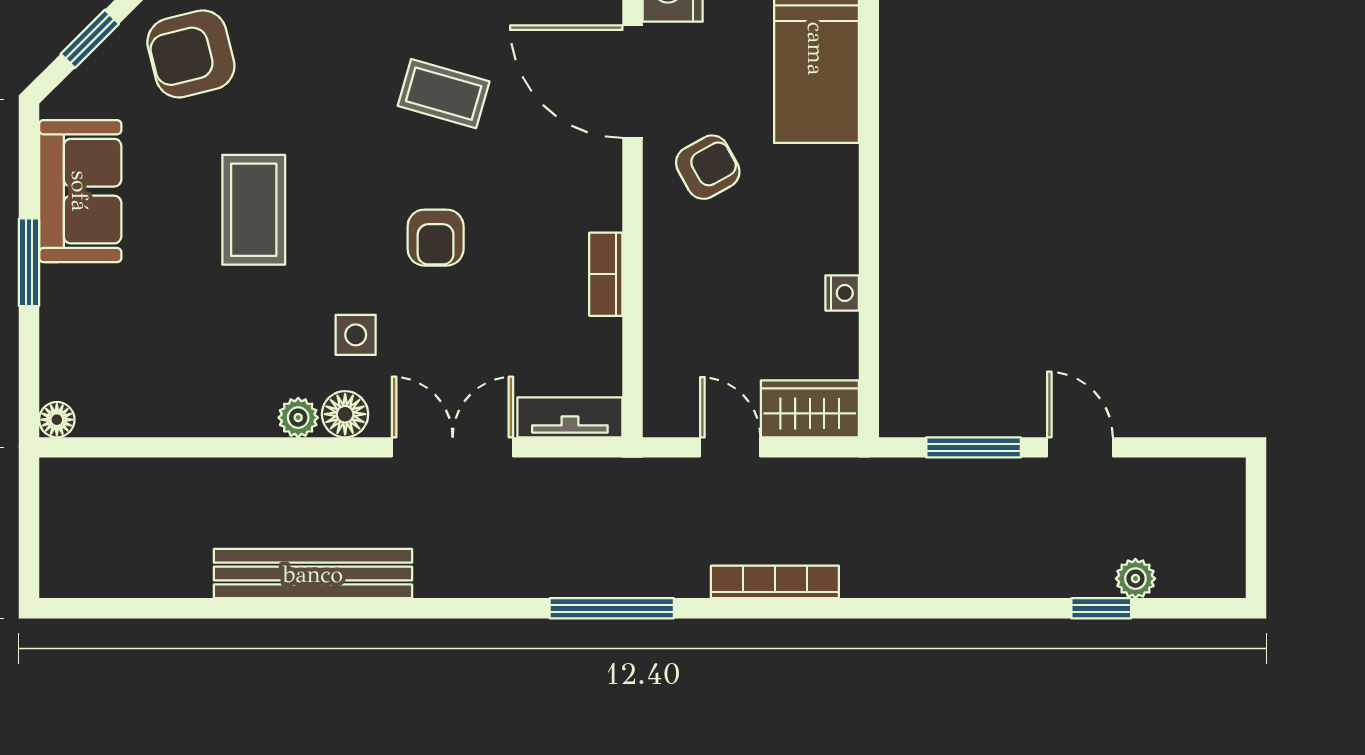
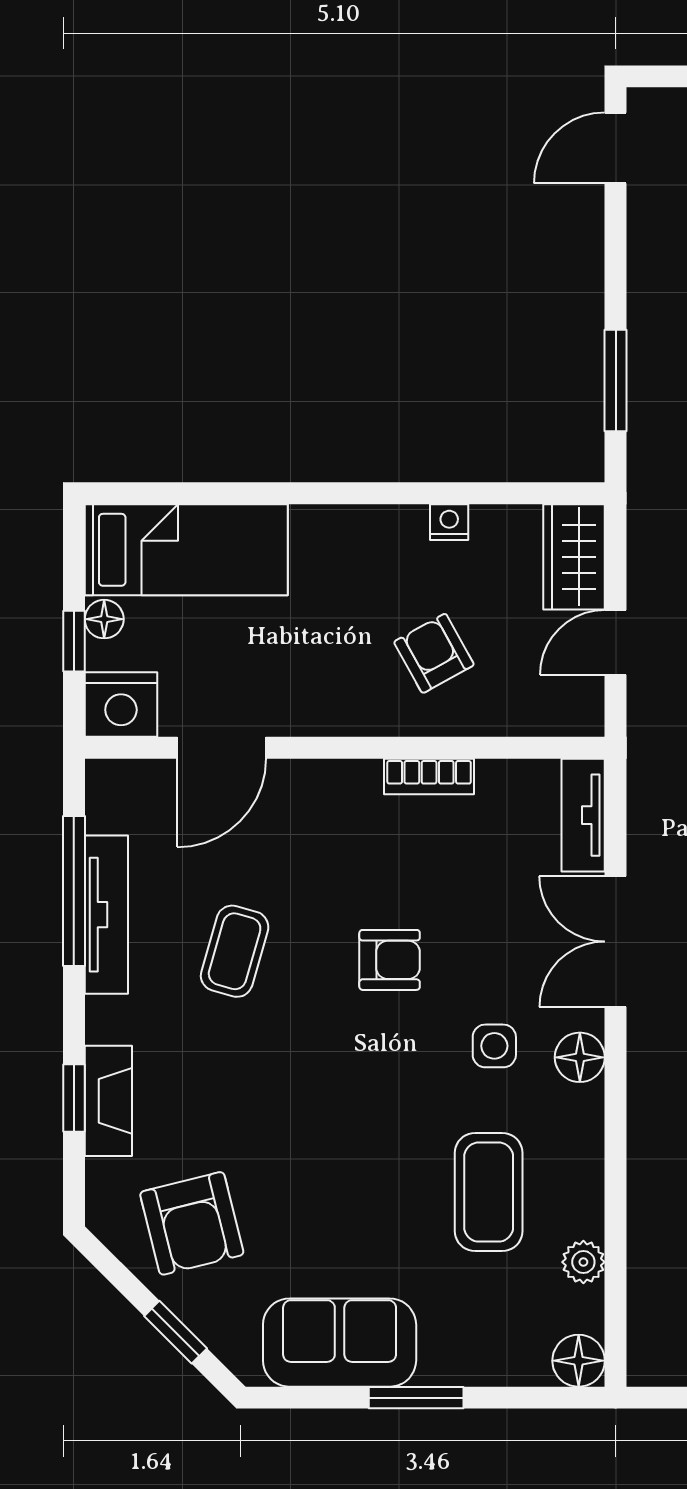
door: (632, 82) -> (222, 748), width x0.73
armchair: (708, 167) -> (434, 653), moved
coffee table: (254, 210) -> (489, 1192), moved, turned 90
plant: (298, 418) -> (583, 1262), moved
floor lamp: (57, 420) -> (579, 1361), width x1.37, depth x1.37
door: (1080, 447) -> (616, 148), moved

